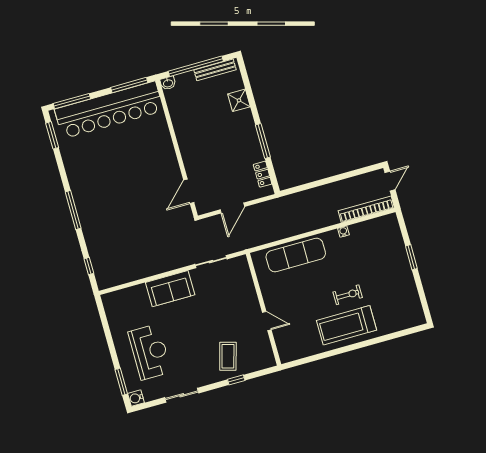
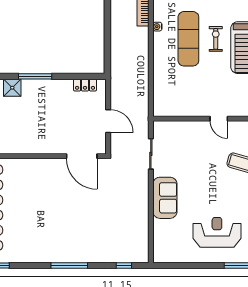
window: (263, 141) -> (35, 76), moved
door: (189, 191) -> (82, 156), width x1.36
exercise mat: (296, 255) -> (188, 39), moved
door: (267, 321) -> (219, 119), swing flipped

